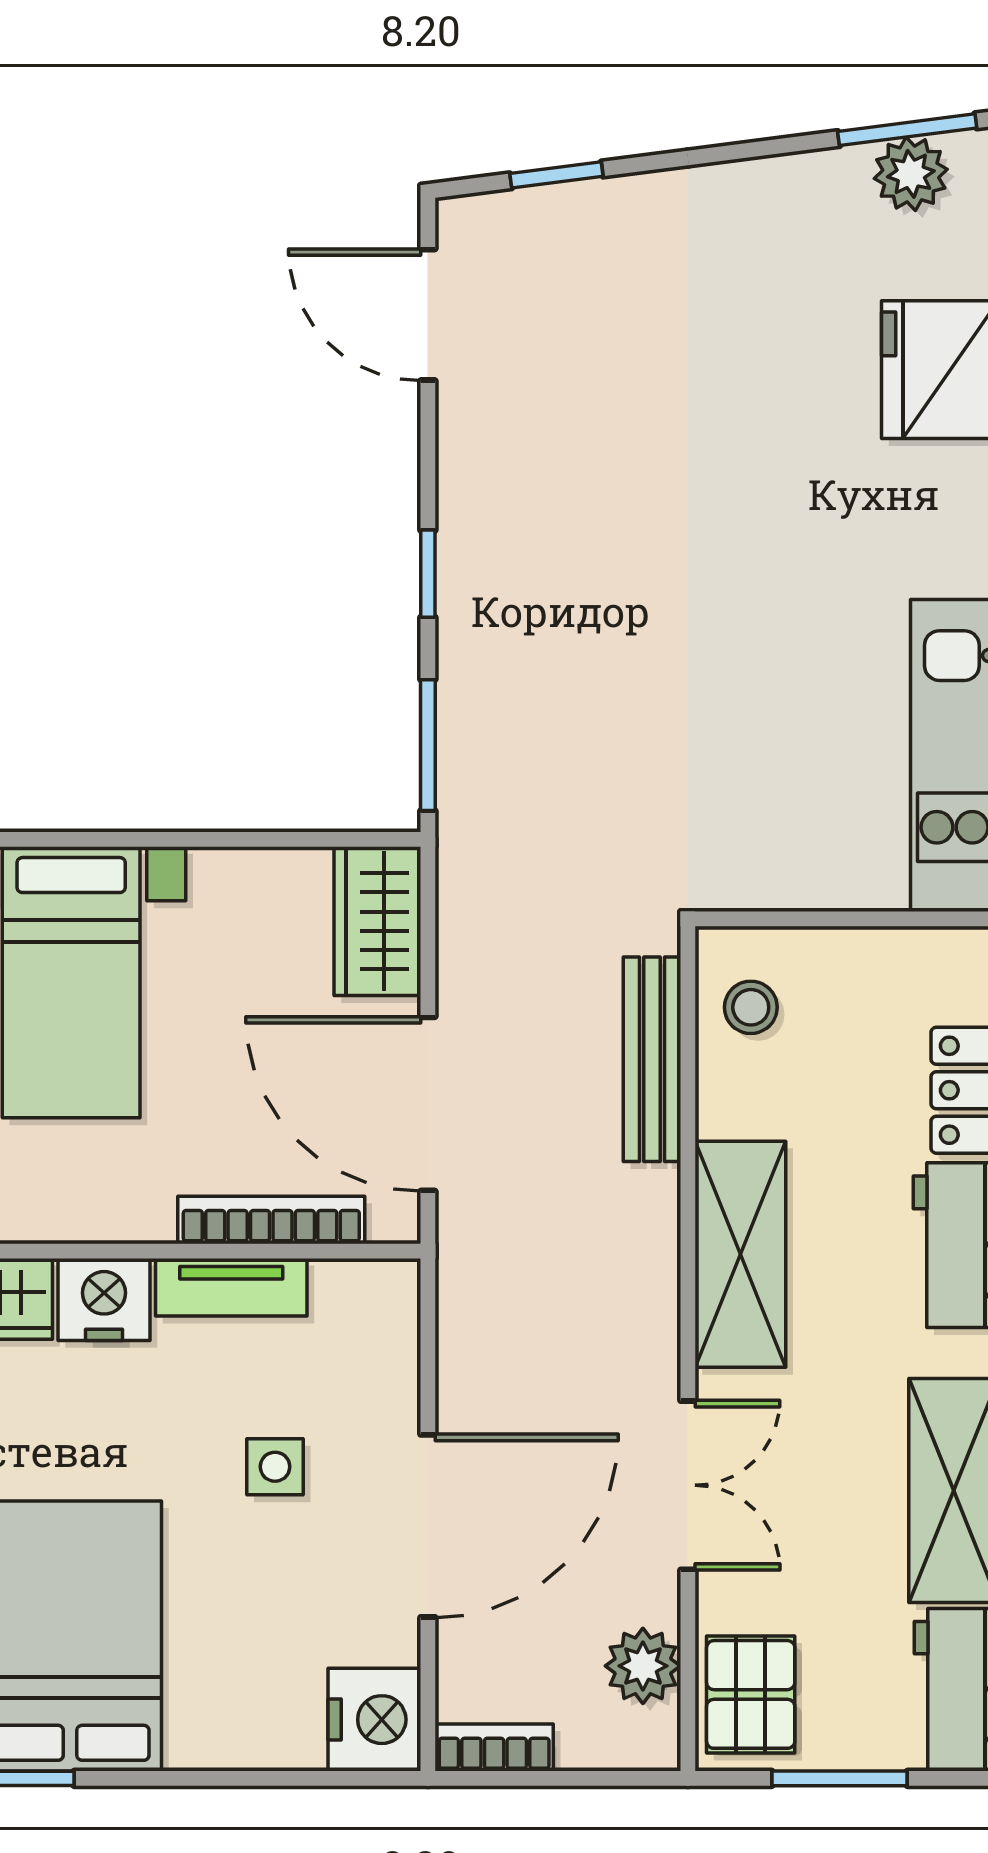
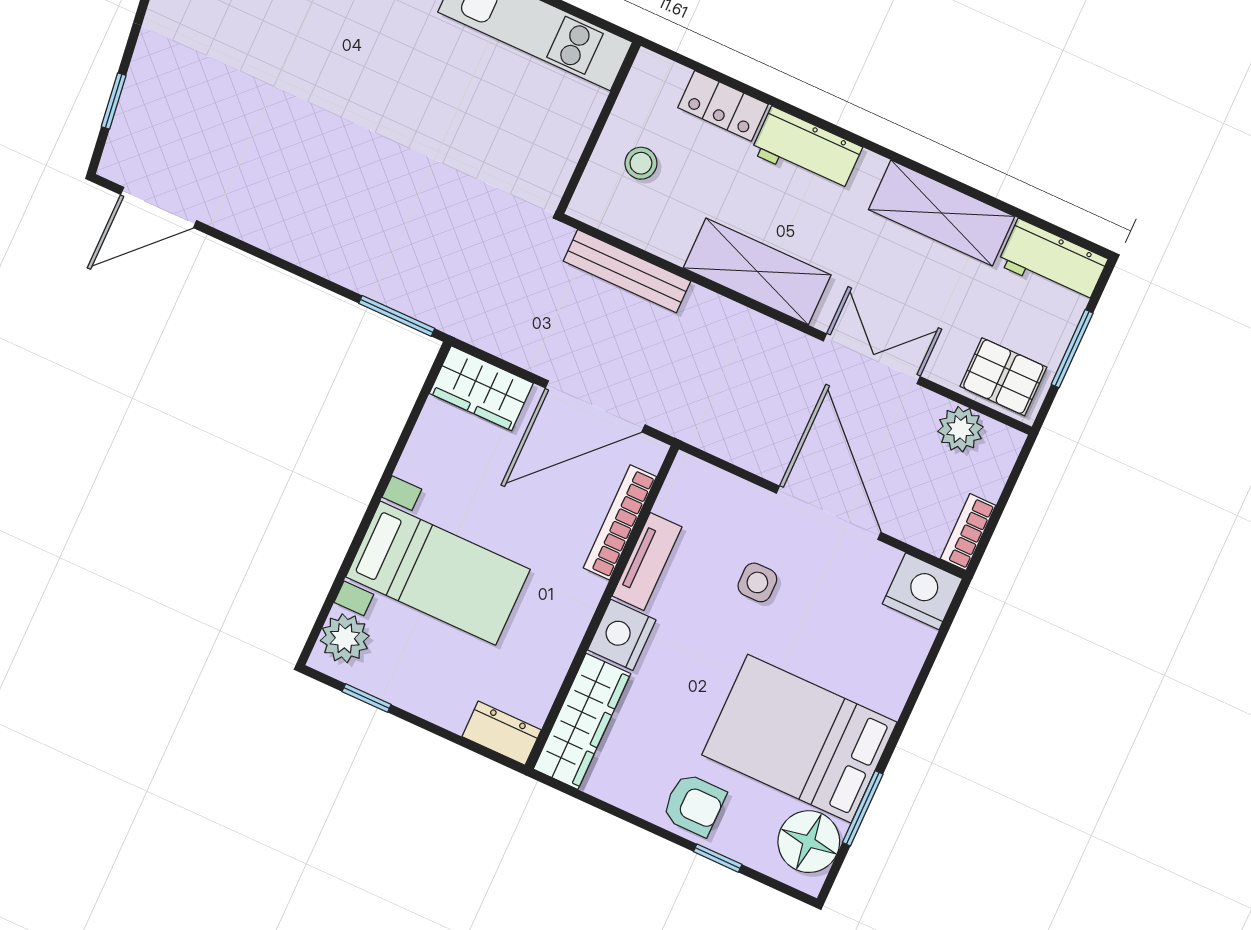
window: (428, 574) -> (302, 273), removed
stool: (751, 1007) -> (641, 163), moved

